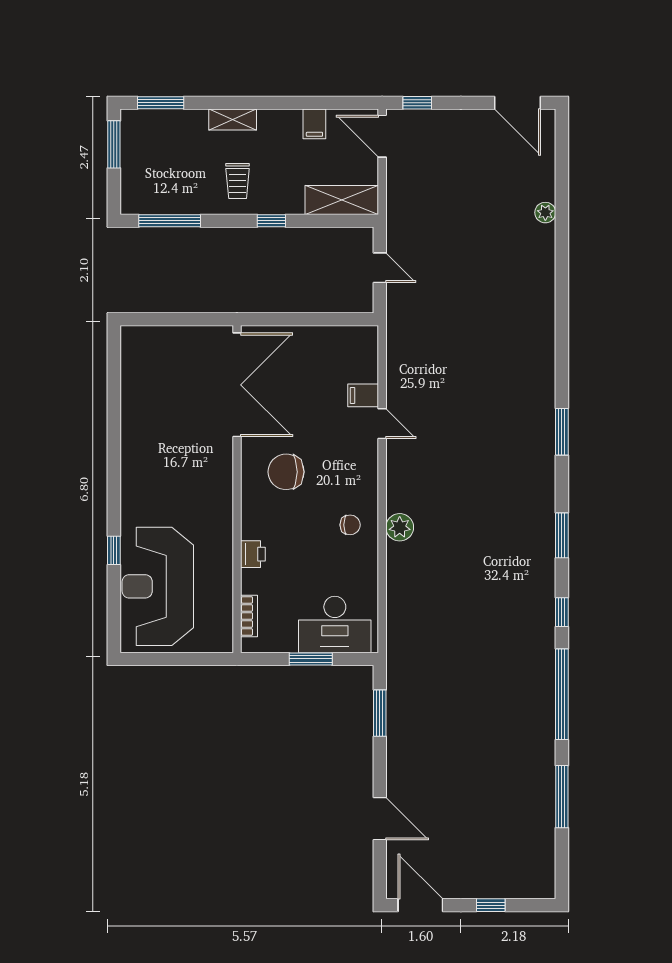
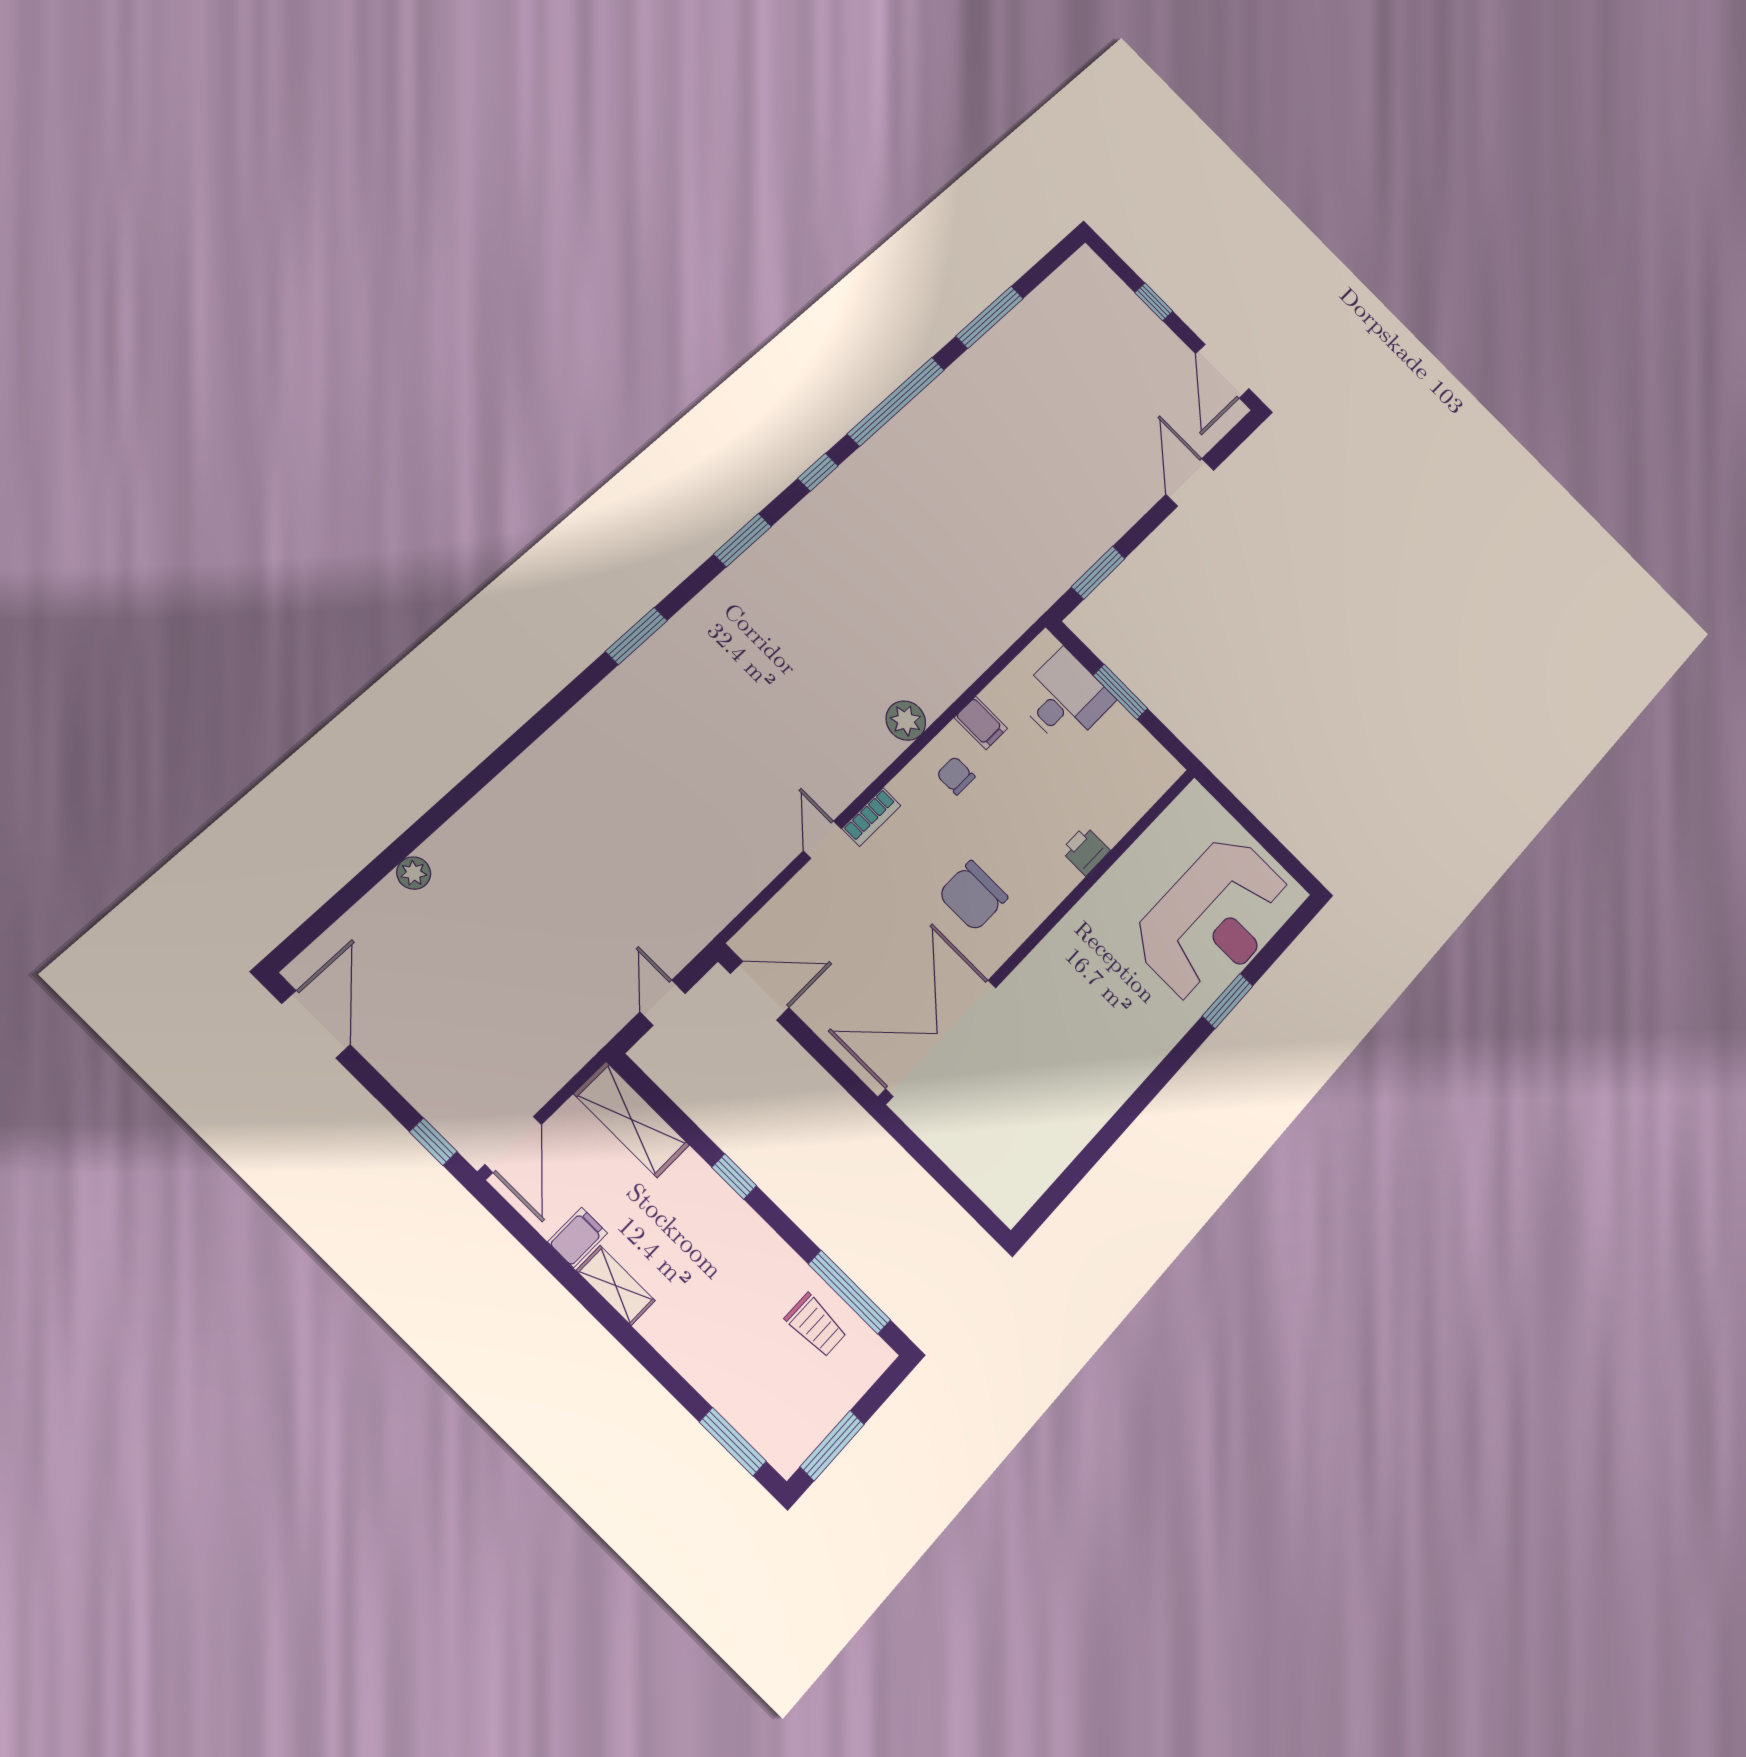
shelving: (233, 120) -> (616, 1285), moved
trolley: (238, 181) -> (816, 1325), moved, turned 90
door: (342, 319) -> (760, 991), added
filing cabinet: (363, 395) -> (981, 723), moved
chair: (286, 472) -> (973, 896), turned 90
window: (114, 550) -> (1228, 1001), width x1.50
bookcase: (249, 616) -> (871, 817), moved, turned 180
desk: (335, 624) -> (1065, 698), width x0.73

